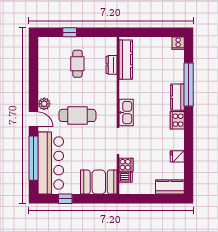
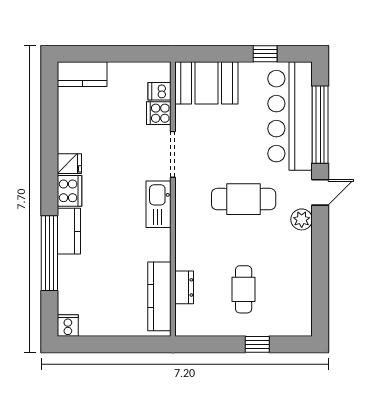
door: (34, 119) -> (320, 192), swing flipped
fridge: (177, 156) -> (69, 164), moved

